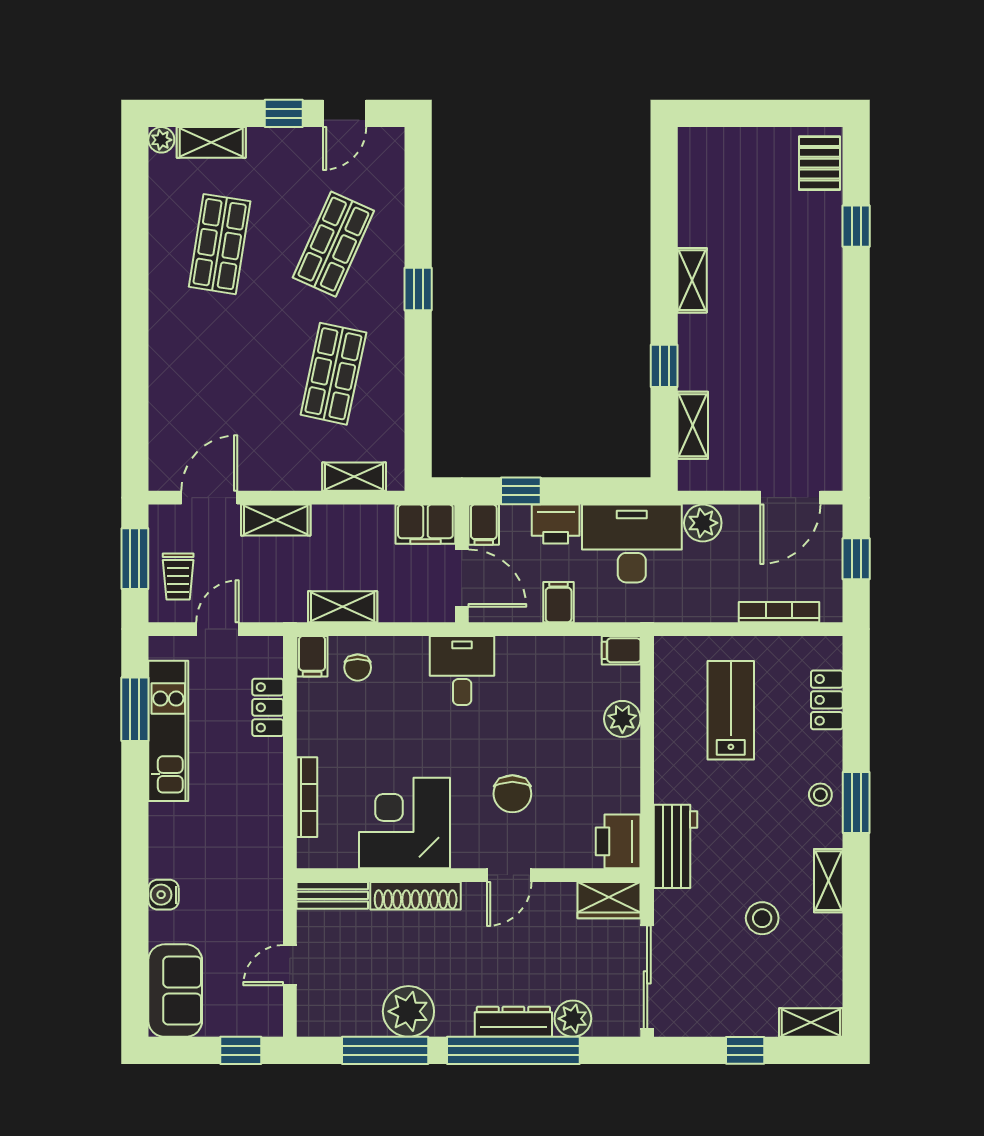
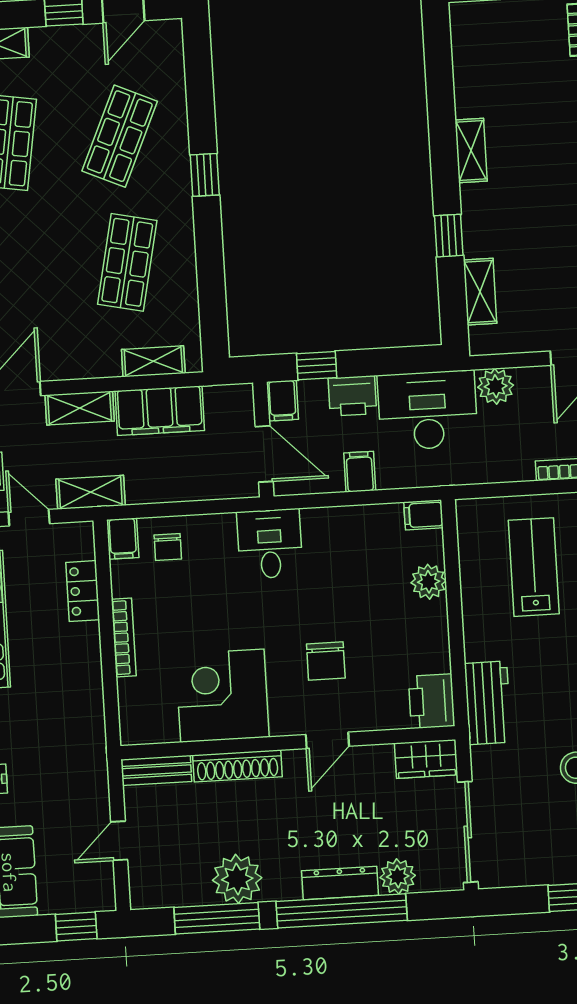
filing cabinet: (425, 524) -> (160, 411), moved, width x1.50, depth x1.17
shelving: (343, 607) -> (91, 492), moved
door: (217, 629) -> (29, 518), hinge flipped
bookcase: (307, 797) -> (124, 637), moved

